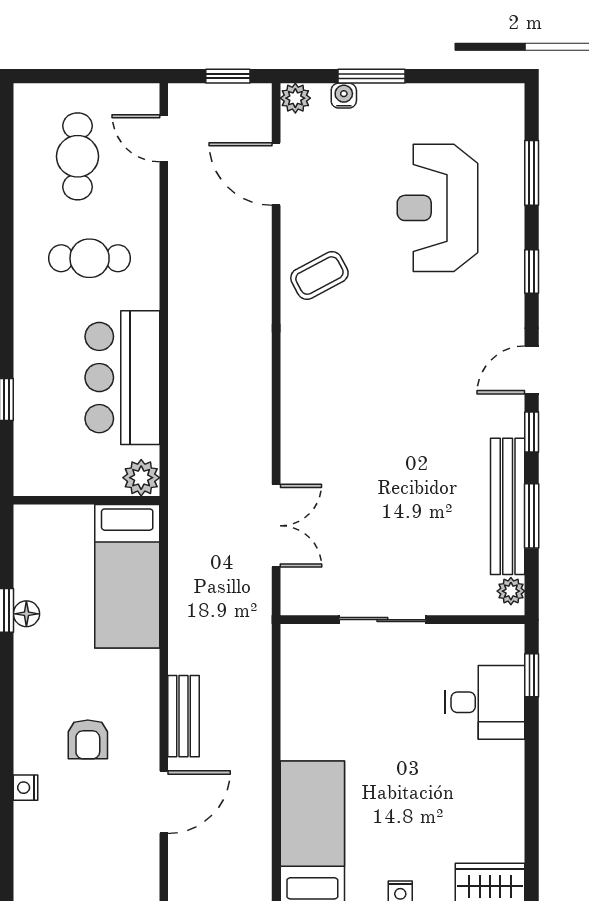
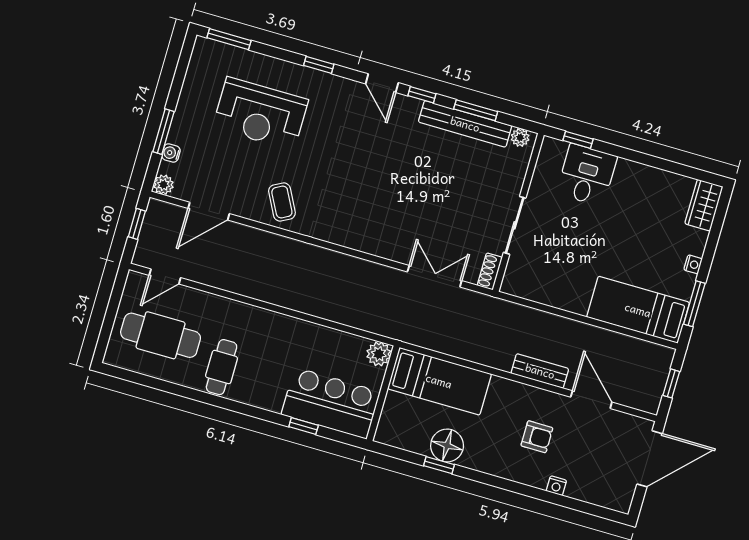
cafe table: (78, 156) -> (161, 335), width x1.37, depth x1.35
window: (532, 173) -> (229, 39), moved
cafe table: (90, 258) -> (222, 367), moved
bar counter: (122, 378) -> (331, 403), moved, turned 180
shoe rack: (306, 603) -> (490, 271), added
floor lamp: (26, 614) -> (447, 445), width x1.89, depth x1.89

